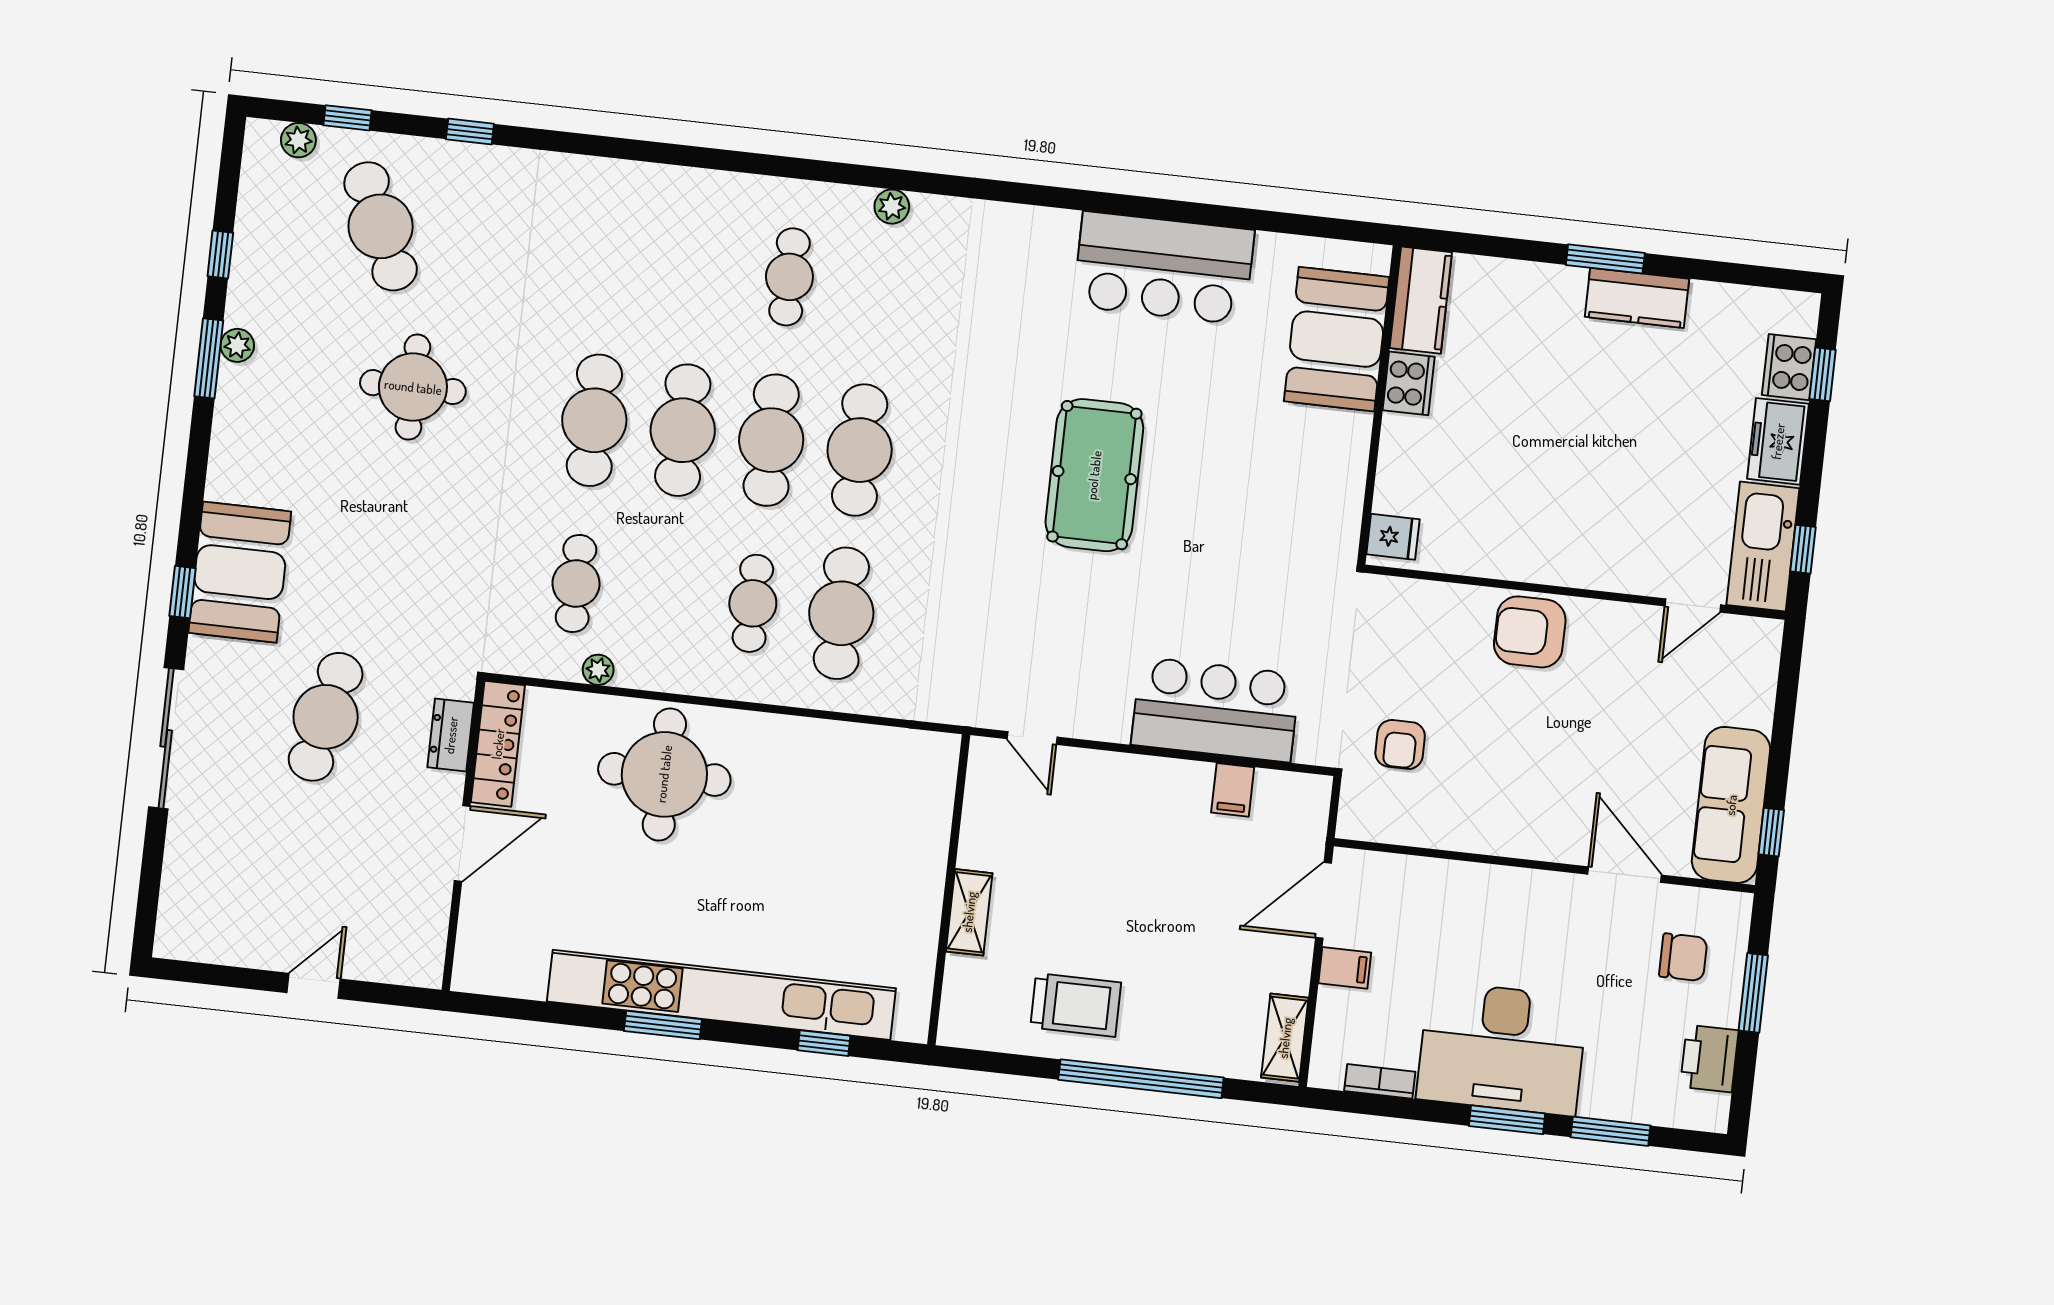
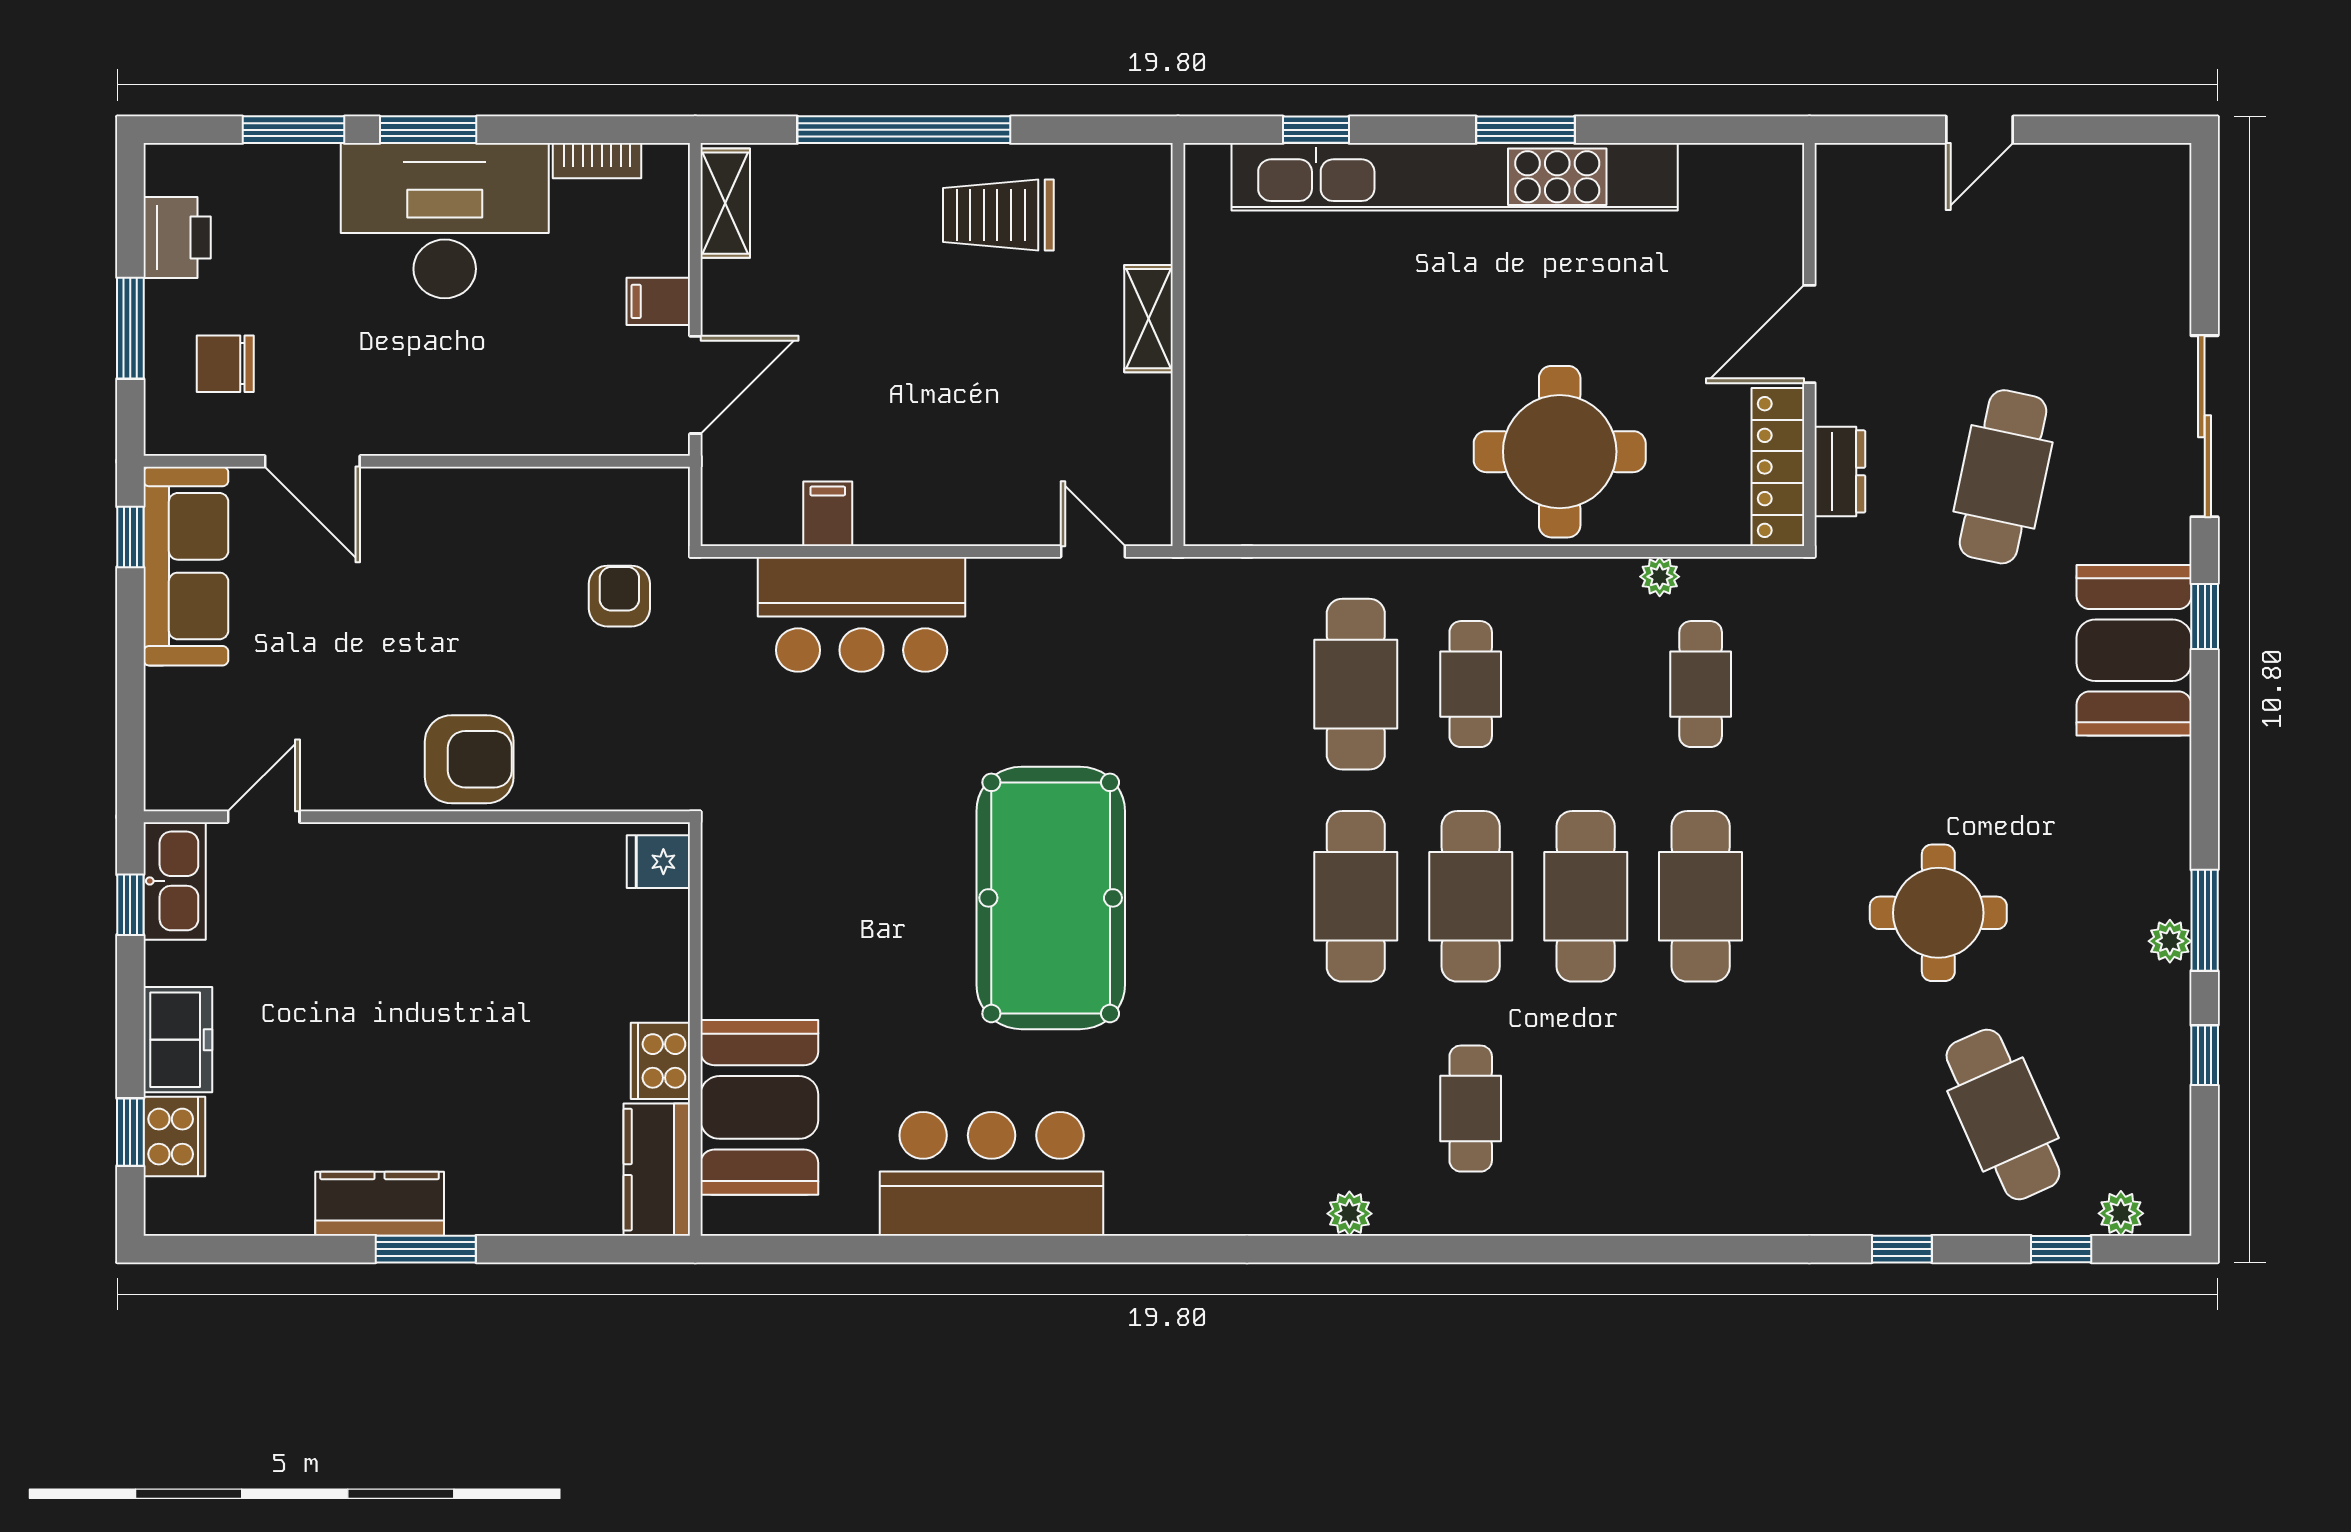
pool table: (1094, 475) -> (1051, 898), width x1.36, depth x1.32
kitchen sink: (1763, 547) -> (175, 881), width x0.73, depth x0.81

